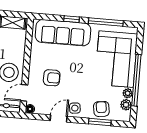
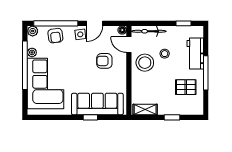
window: (106, 22) -> (58, 117), removed
door: (24, 93) -> (129, 45), swing flipped
plant: (126, 105) -> (33, 31), moved
window: (100, 122) -> (56, 23), width x2.11

